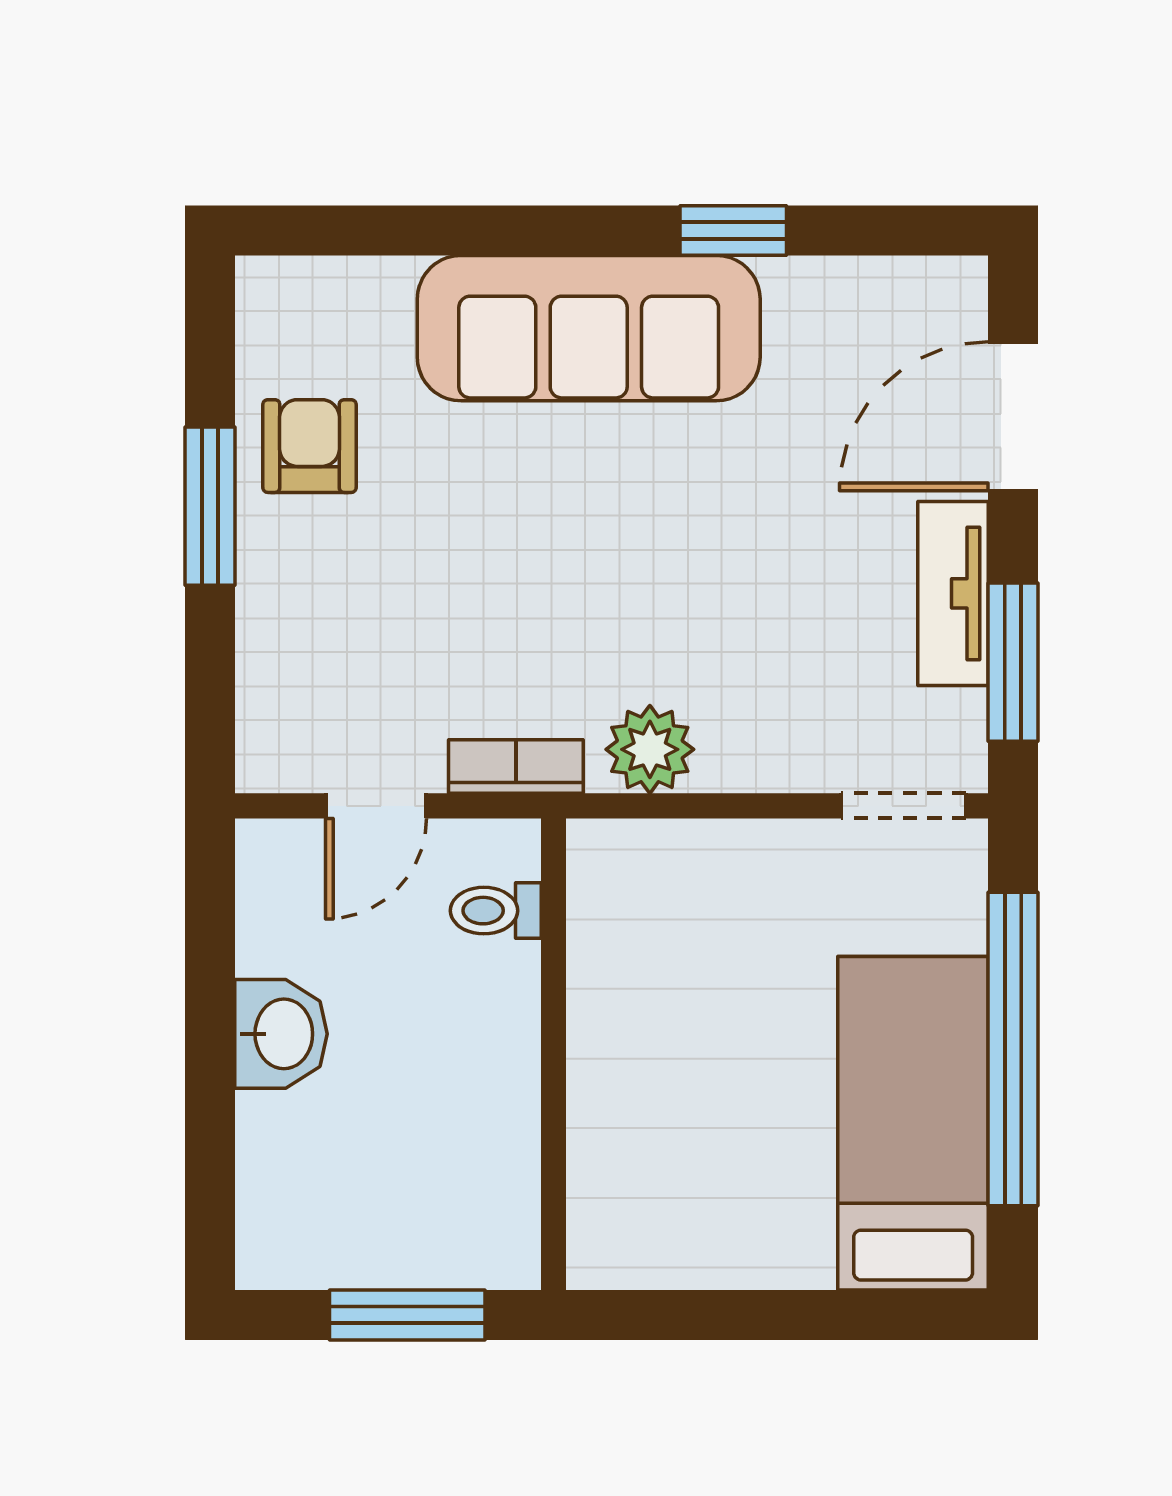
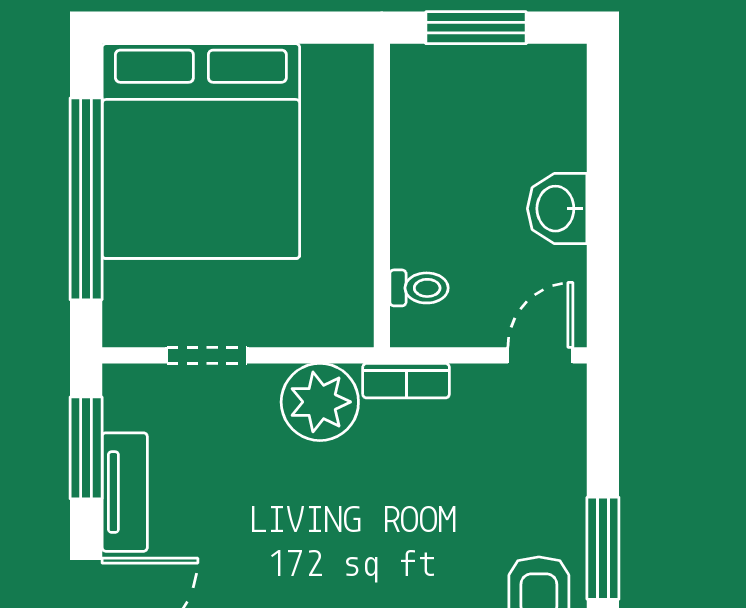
plant: (650, 749) -> (320, 402), width x1.36, depth x1.36
door: (376, 806) -> (540, 355), moved
doorway: (904, 806) -> (207, 355), moved
bed: (913, 1123) -> (201, 151), width x2.04

